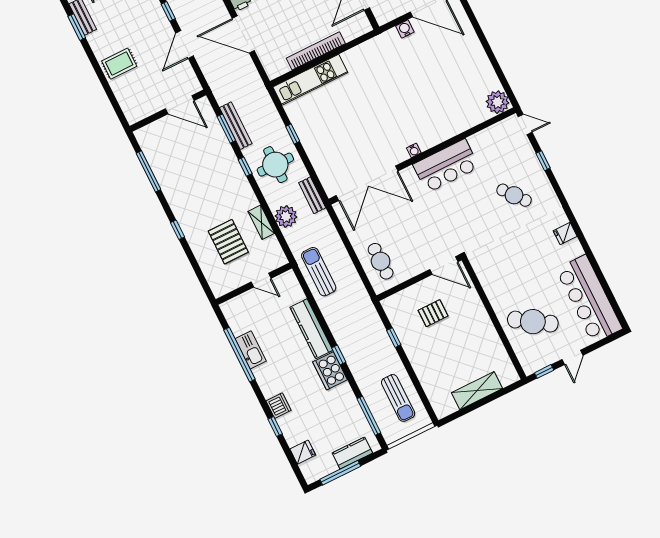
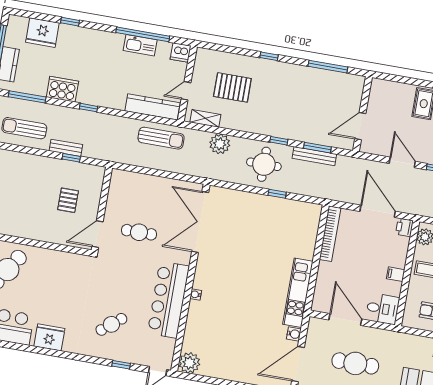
door: (243, 34) -> (378, 211), hinge flipped
bookcase: (316, 51) -> (330, 234), moved
kitchen unit: (310, 80) -> (298, 293), moved
water cooler: (414, 150) -> (196, 294), moved
bar counter: (446, 166) -> (168, 300), width x1.36
bench: (312, 195) -> (66, 148), moved
shelving: (261, 222) -> (205, 118), moved
fridge: (565, 233) -> (49, 337), width x1.88, depth x1.34
cafe table: (381, 261) -> (139, 232), moved
kitchen counter: (311, 329) -> (153, 107), moved
cooker: (330, 371) -> (62, 89), moved
dishwasher: (279, 406) -> (181, 52), moved
fridge: (303, 452) -> (42, 33), width x1.88, depth x1.34

